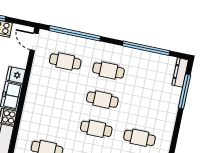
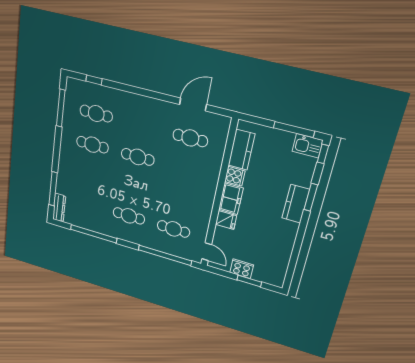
cafe table: (102, 100) -> (133, 187), removed

